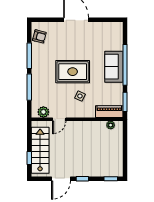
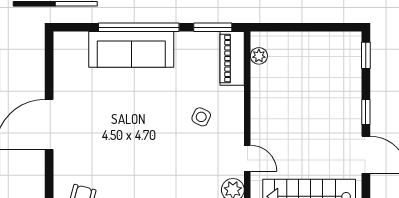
sofa: (114, 67) -> (131, 49), width x1.36
rug: (73, 72) -> (152, 132), removed

